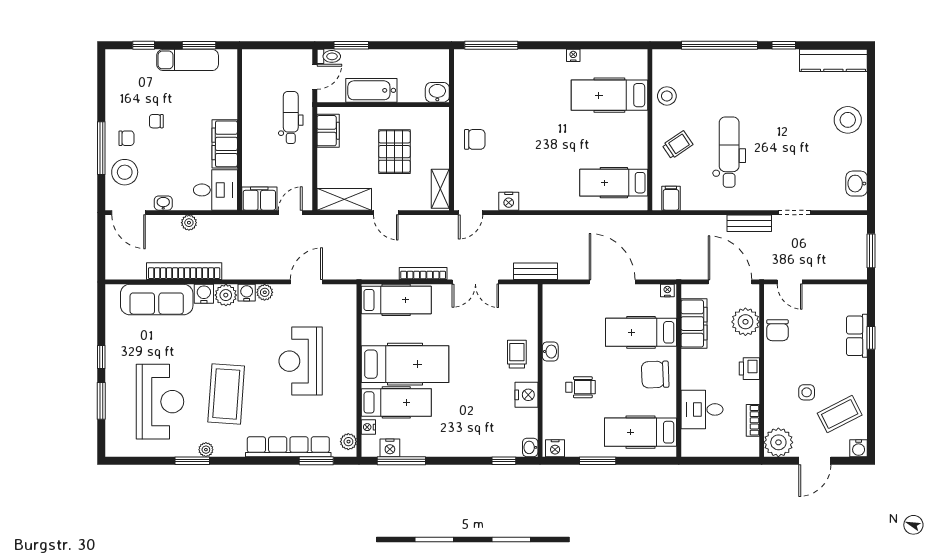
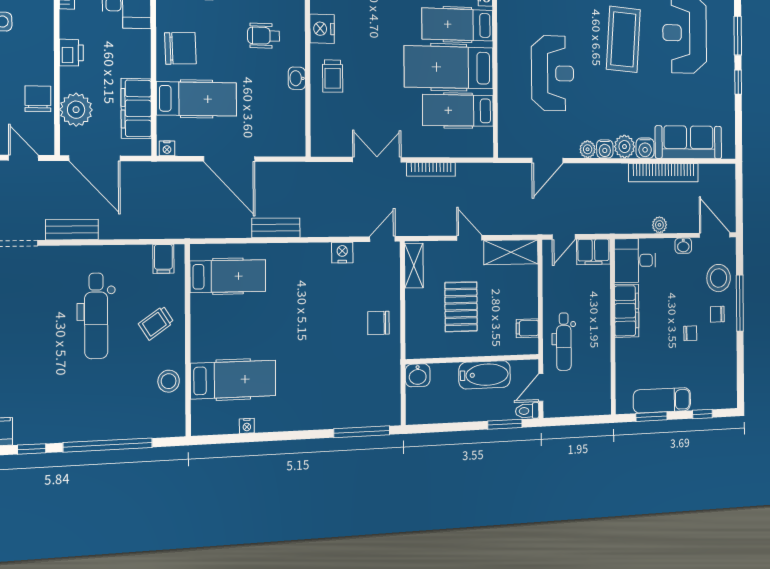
nightstand: (573, 55) -> (247, 426), moved
filing cabinet: (328, 131) -> (527, 328), width x0.50
bench: (536, 271) -> (276, 228), moved
hospital bed: (396, 300) -> (458, 110), moved

